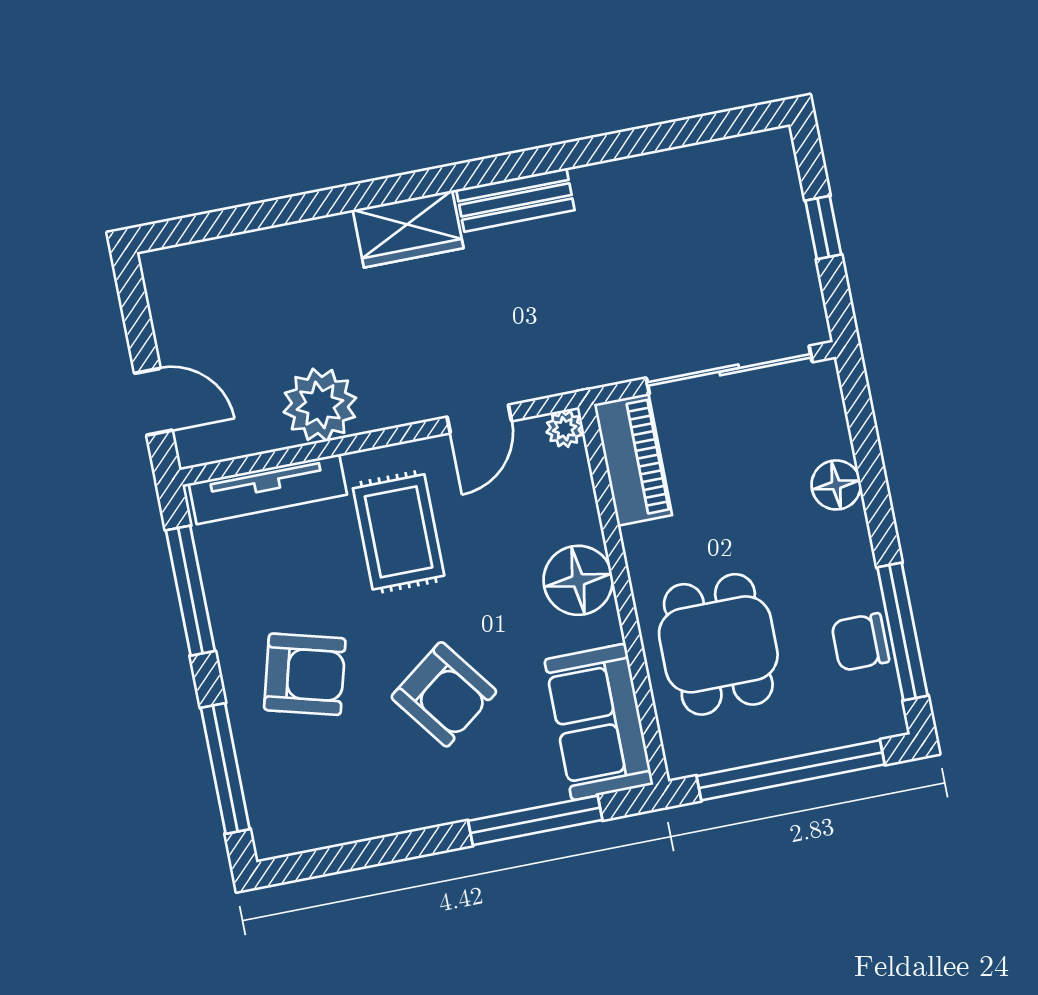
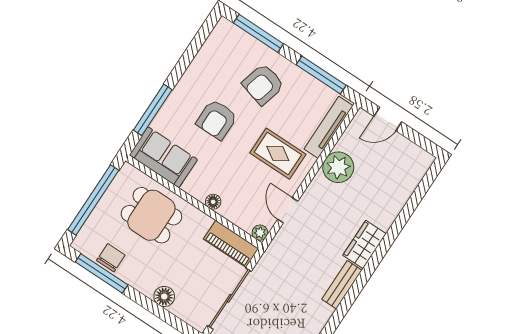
floor lamp: (578, 580) -> (213, 202), width x0.53, depth x0.53
armchair: (444, 694) -> (217, 120), turned -53

